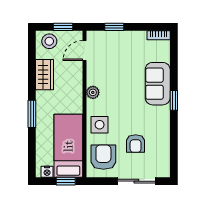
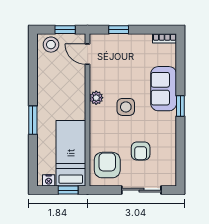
door: (84, 51) -> (88, 54), hinge flipped
wardrobe: (45, 75) -> (46, 79), removed
side table: (100, 125) -> (126, 107), moved

